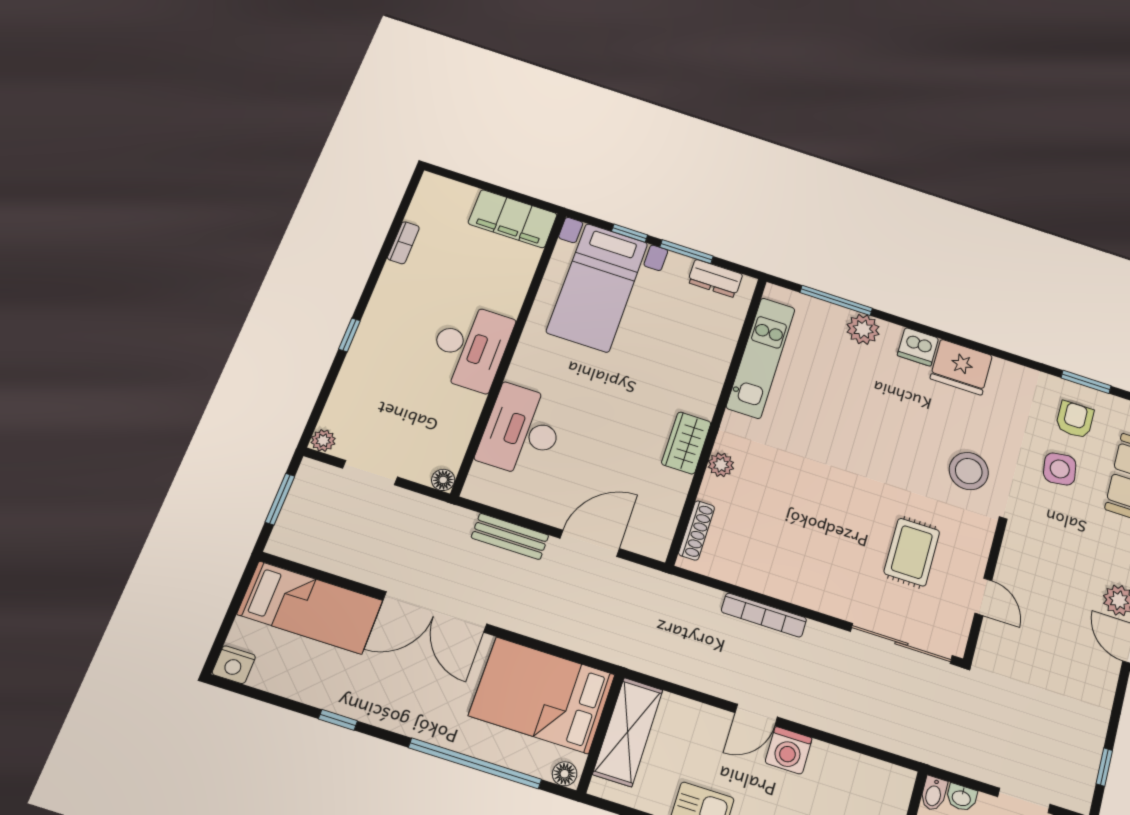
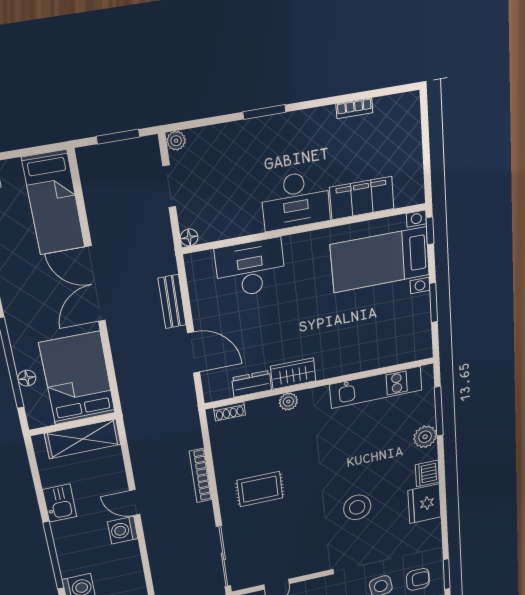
filing cabinet: (513, 219) -> (362, 198), moved, turned 90
window: (630, 233) -> (430, 231), moved
dresser: (715, 278) -> (252, 384), moved, turned 90
window: (349, 335) -> (264, 112), width x1.50
stool: (969, 471) -> (357, 507), moved
shoe rack: (697, 530) -> (230, 411), width x0.70
rug: (912, 552) -> (260, 489), moved
floor lamp: (565, 774) -> (27, 378), moved

